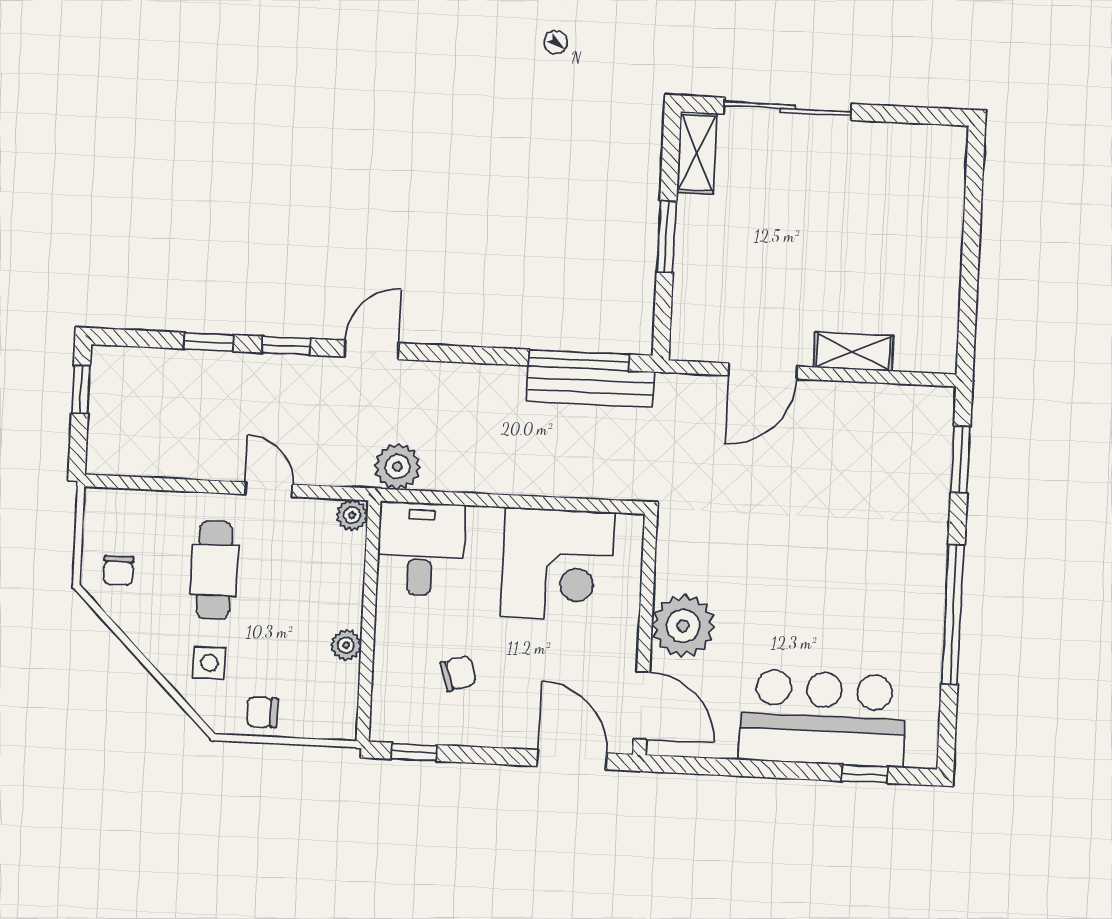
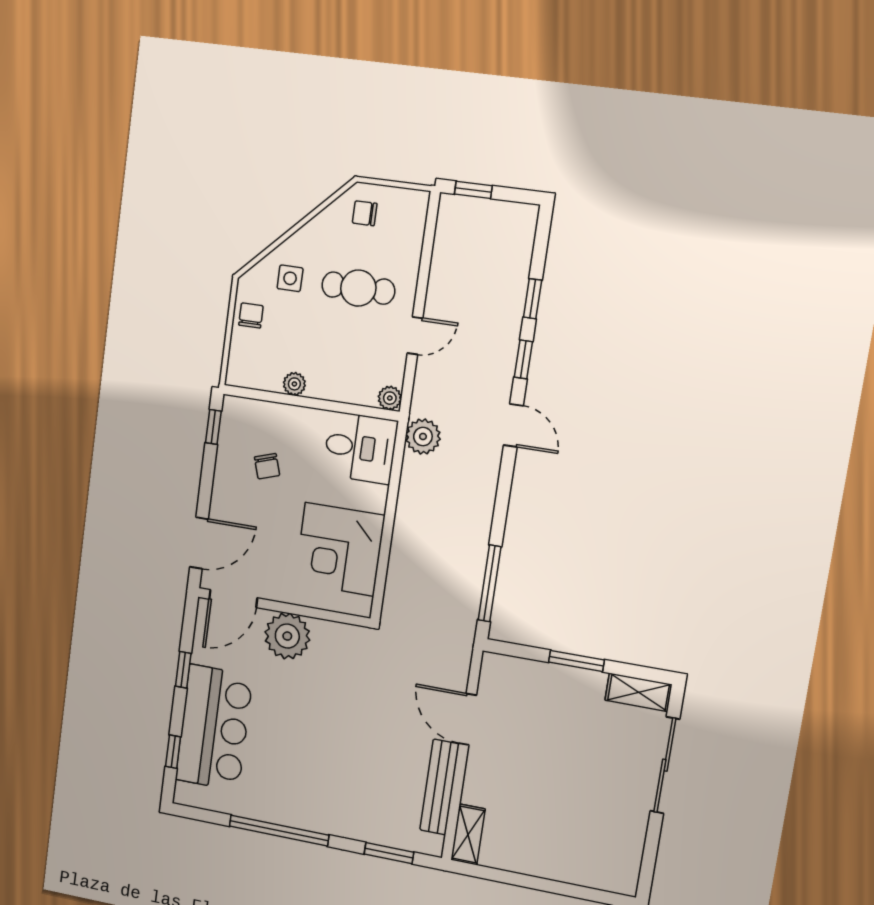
shelving: (853, 352) -> (468, 834), moved
bench: (590, 386) -> (440, 787), moved
window: (81, 389) -> (473, 190), moved
window: (748, 768) -> (183, 670), added

